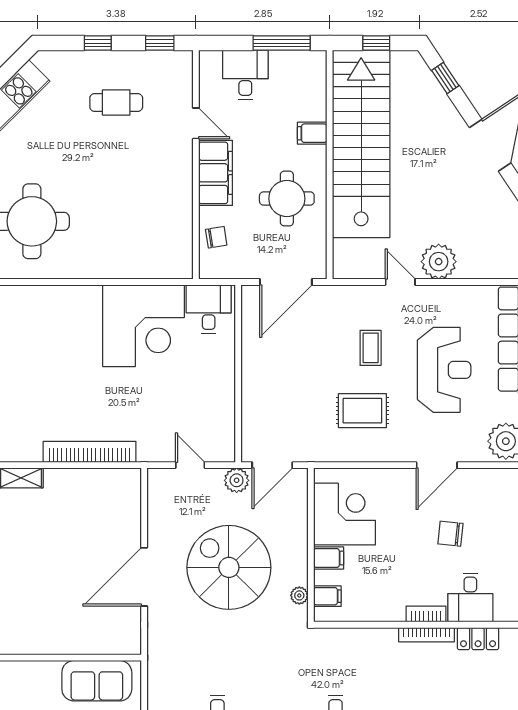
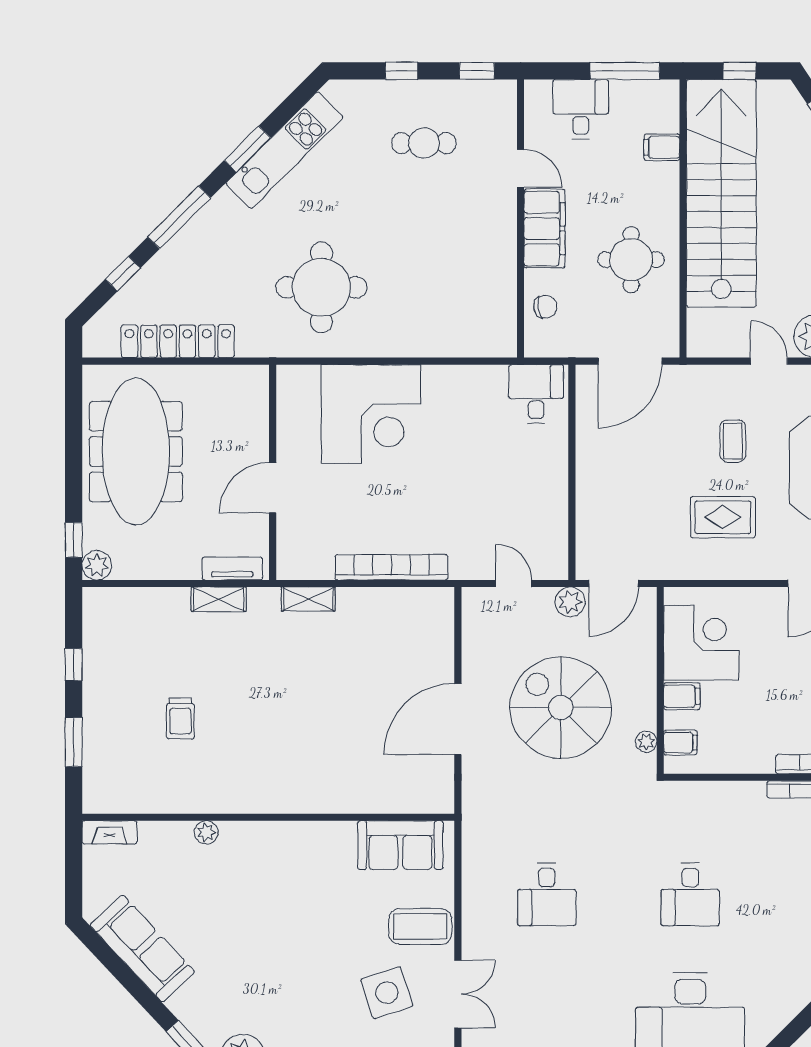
filing cabinet: (312, 133) -> (662, 147), moved
corner desk: (143, 326) -> (371, 414), moved

